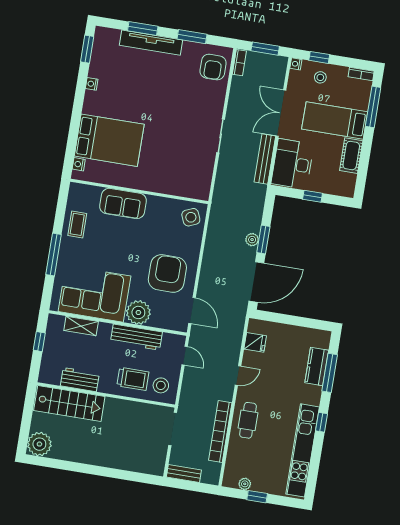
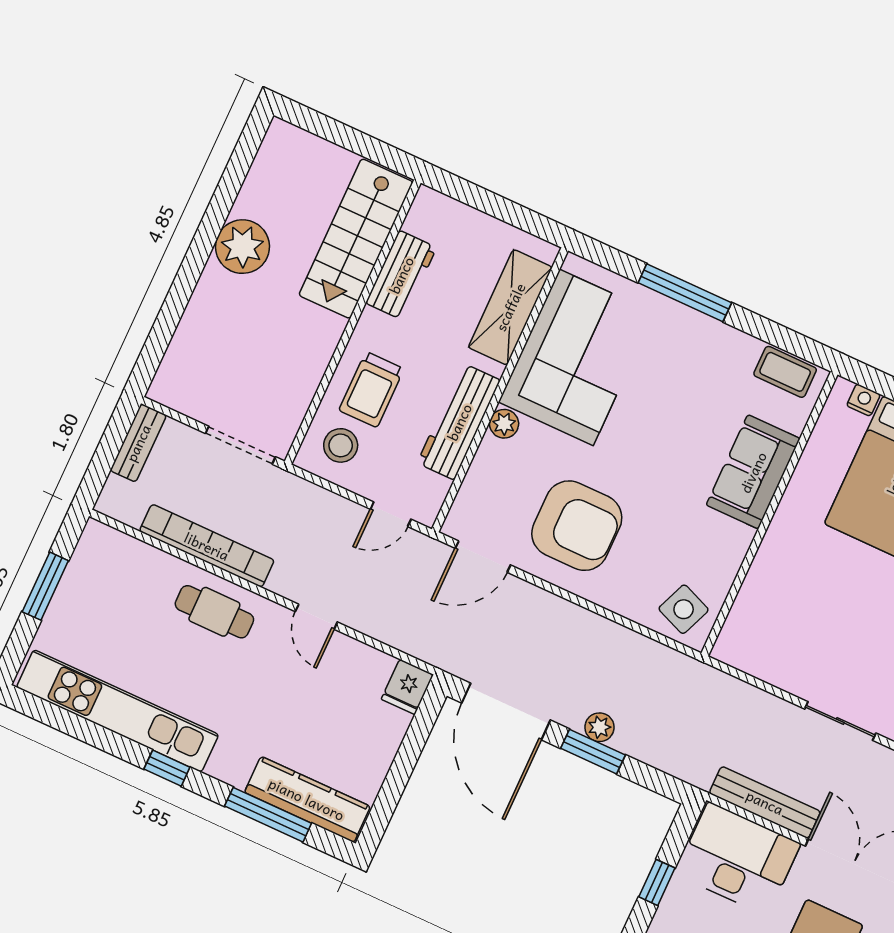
side table: (191, 217) -> (684, 609), turned 45
coffee table: (77, 224) -> (785, 372), moved
plant: (138, 312) -> (504, 424), width x0.53, depth x0.53
shelving: (81, 326) -> (510, 307), width x1.50, depth x1.33
window: (39, 342) -> (507, 211), removed
fridge: (255, 342) -> (407, 687), moved
kitchen counter: (317, 366) -> (307, 799), width x1.50
plant: (39, 444) -> (242, 247), moved
plant: (245, 484) -> (80, 567), removed
window: (257, 497) -> (45, 586), width x1.50

